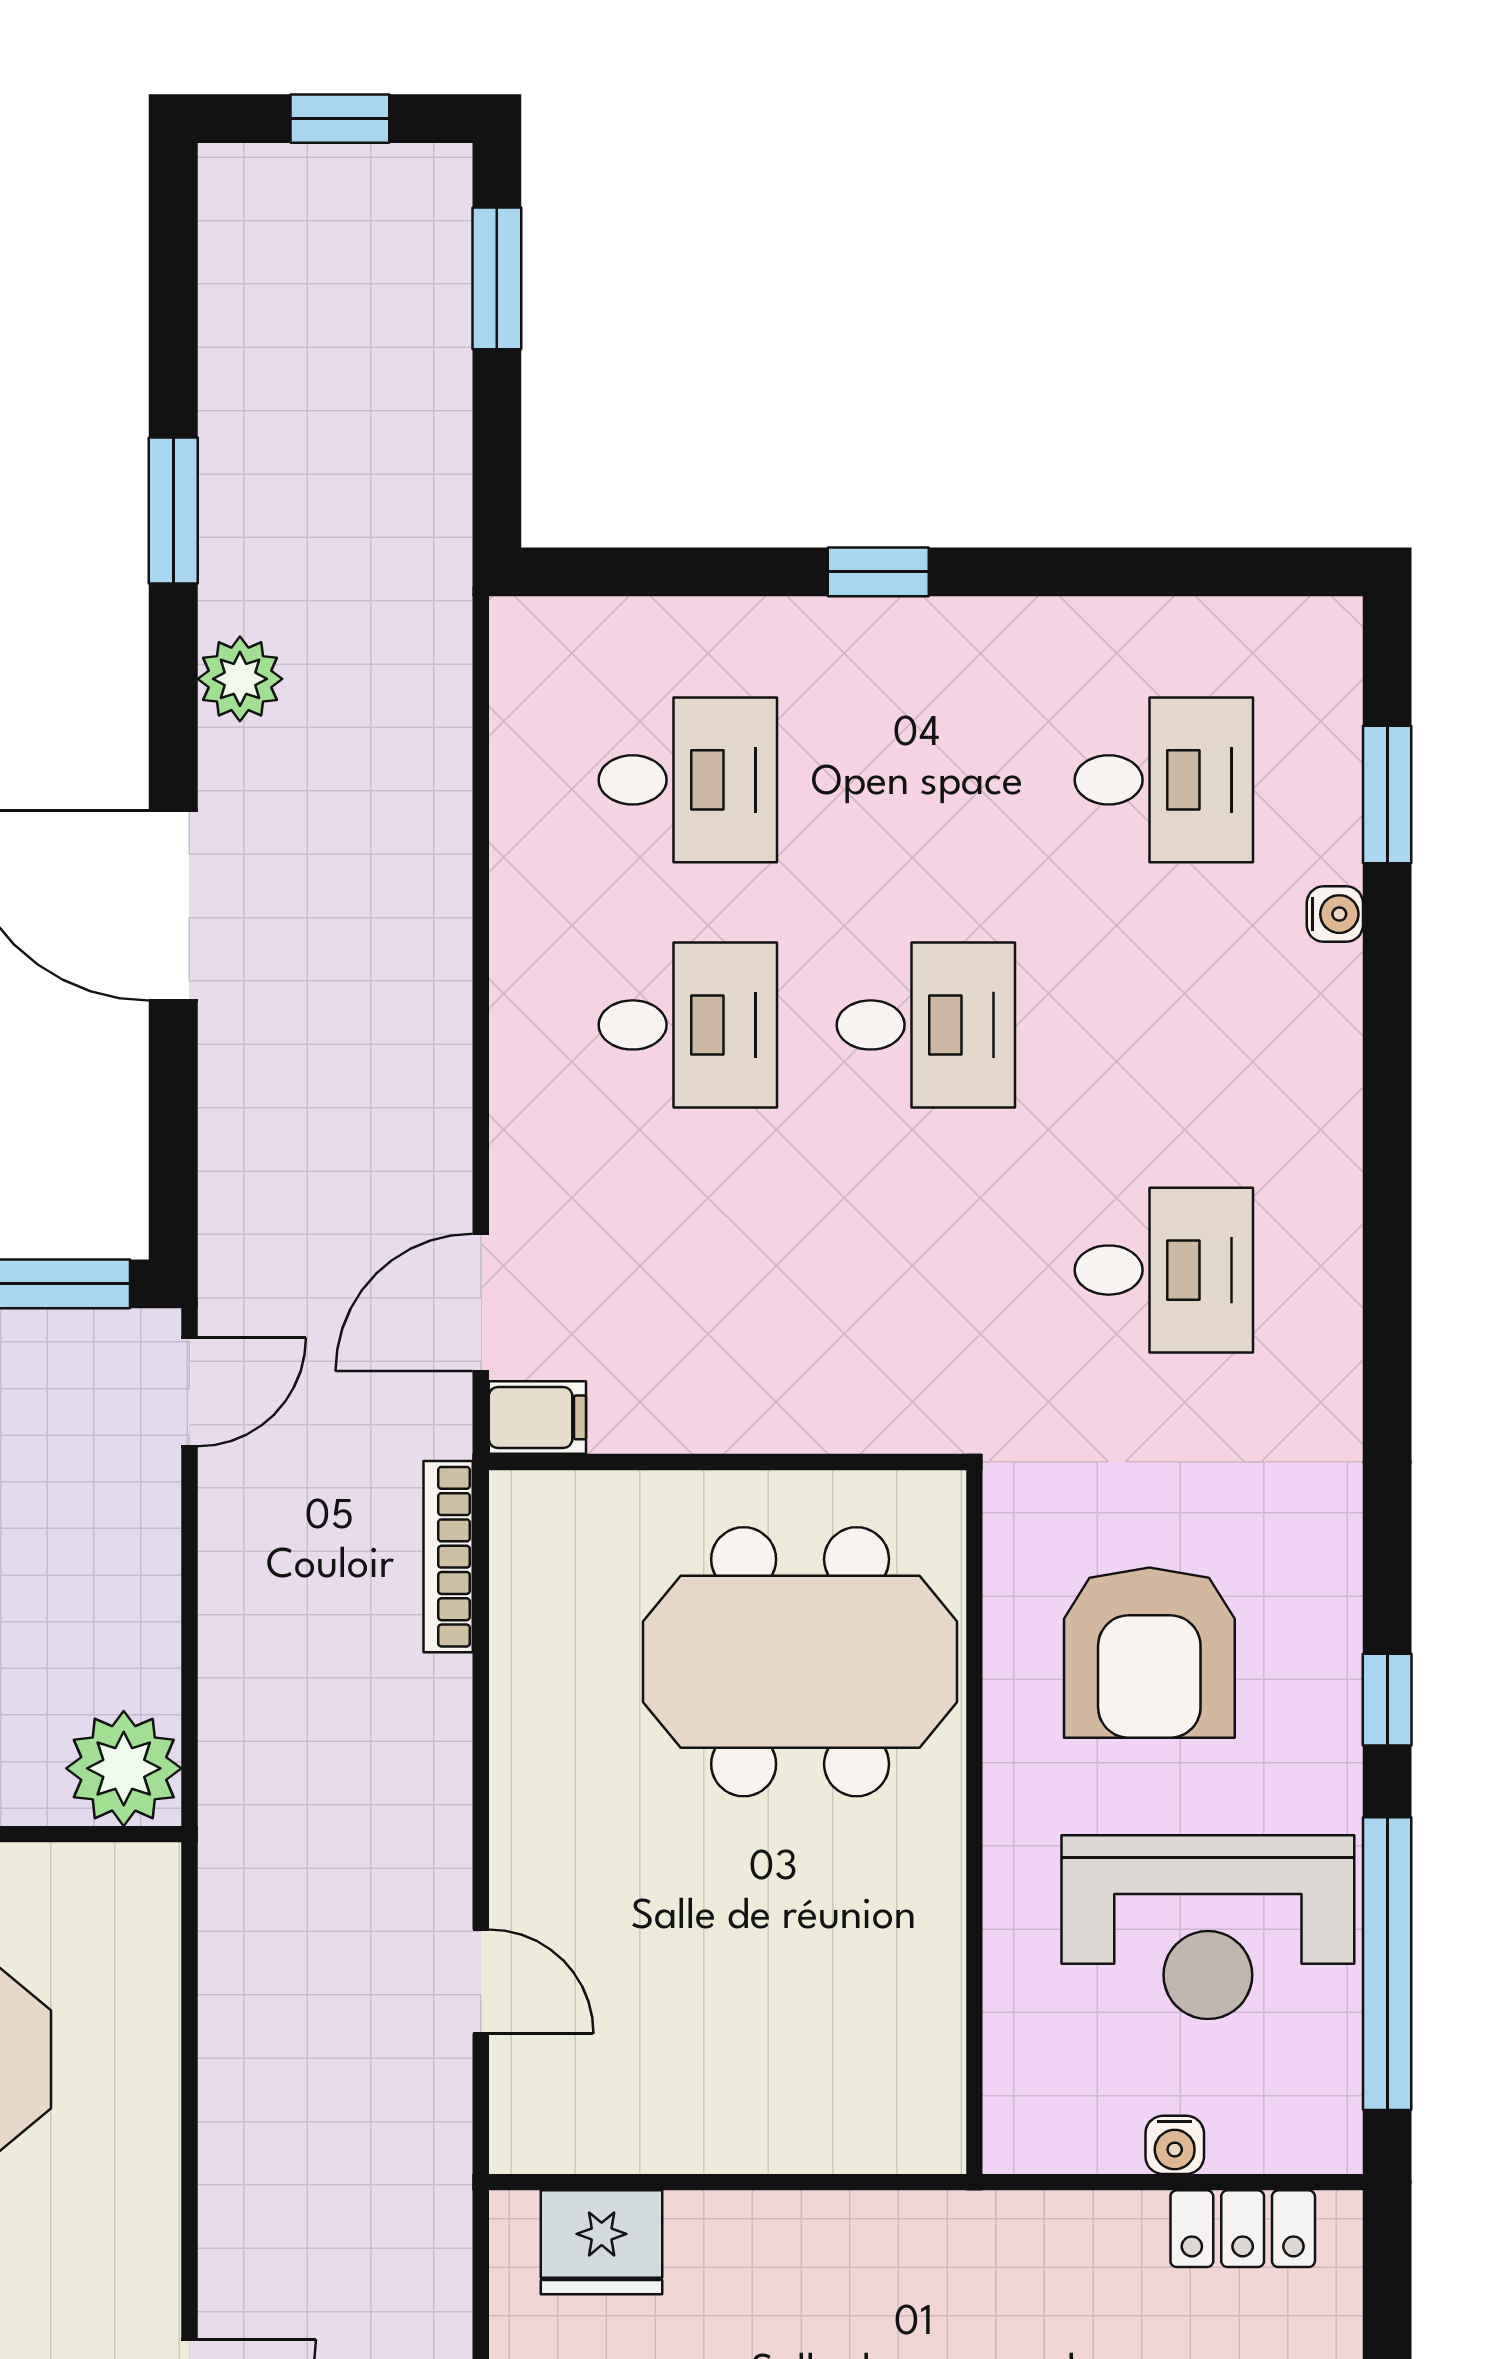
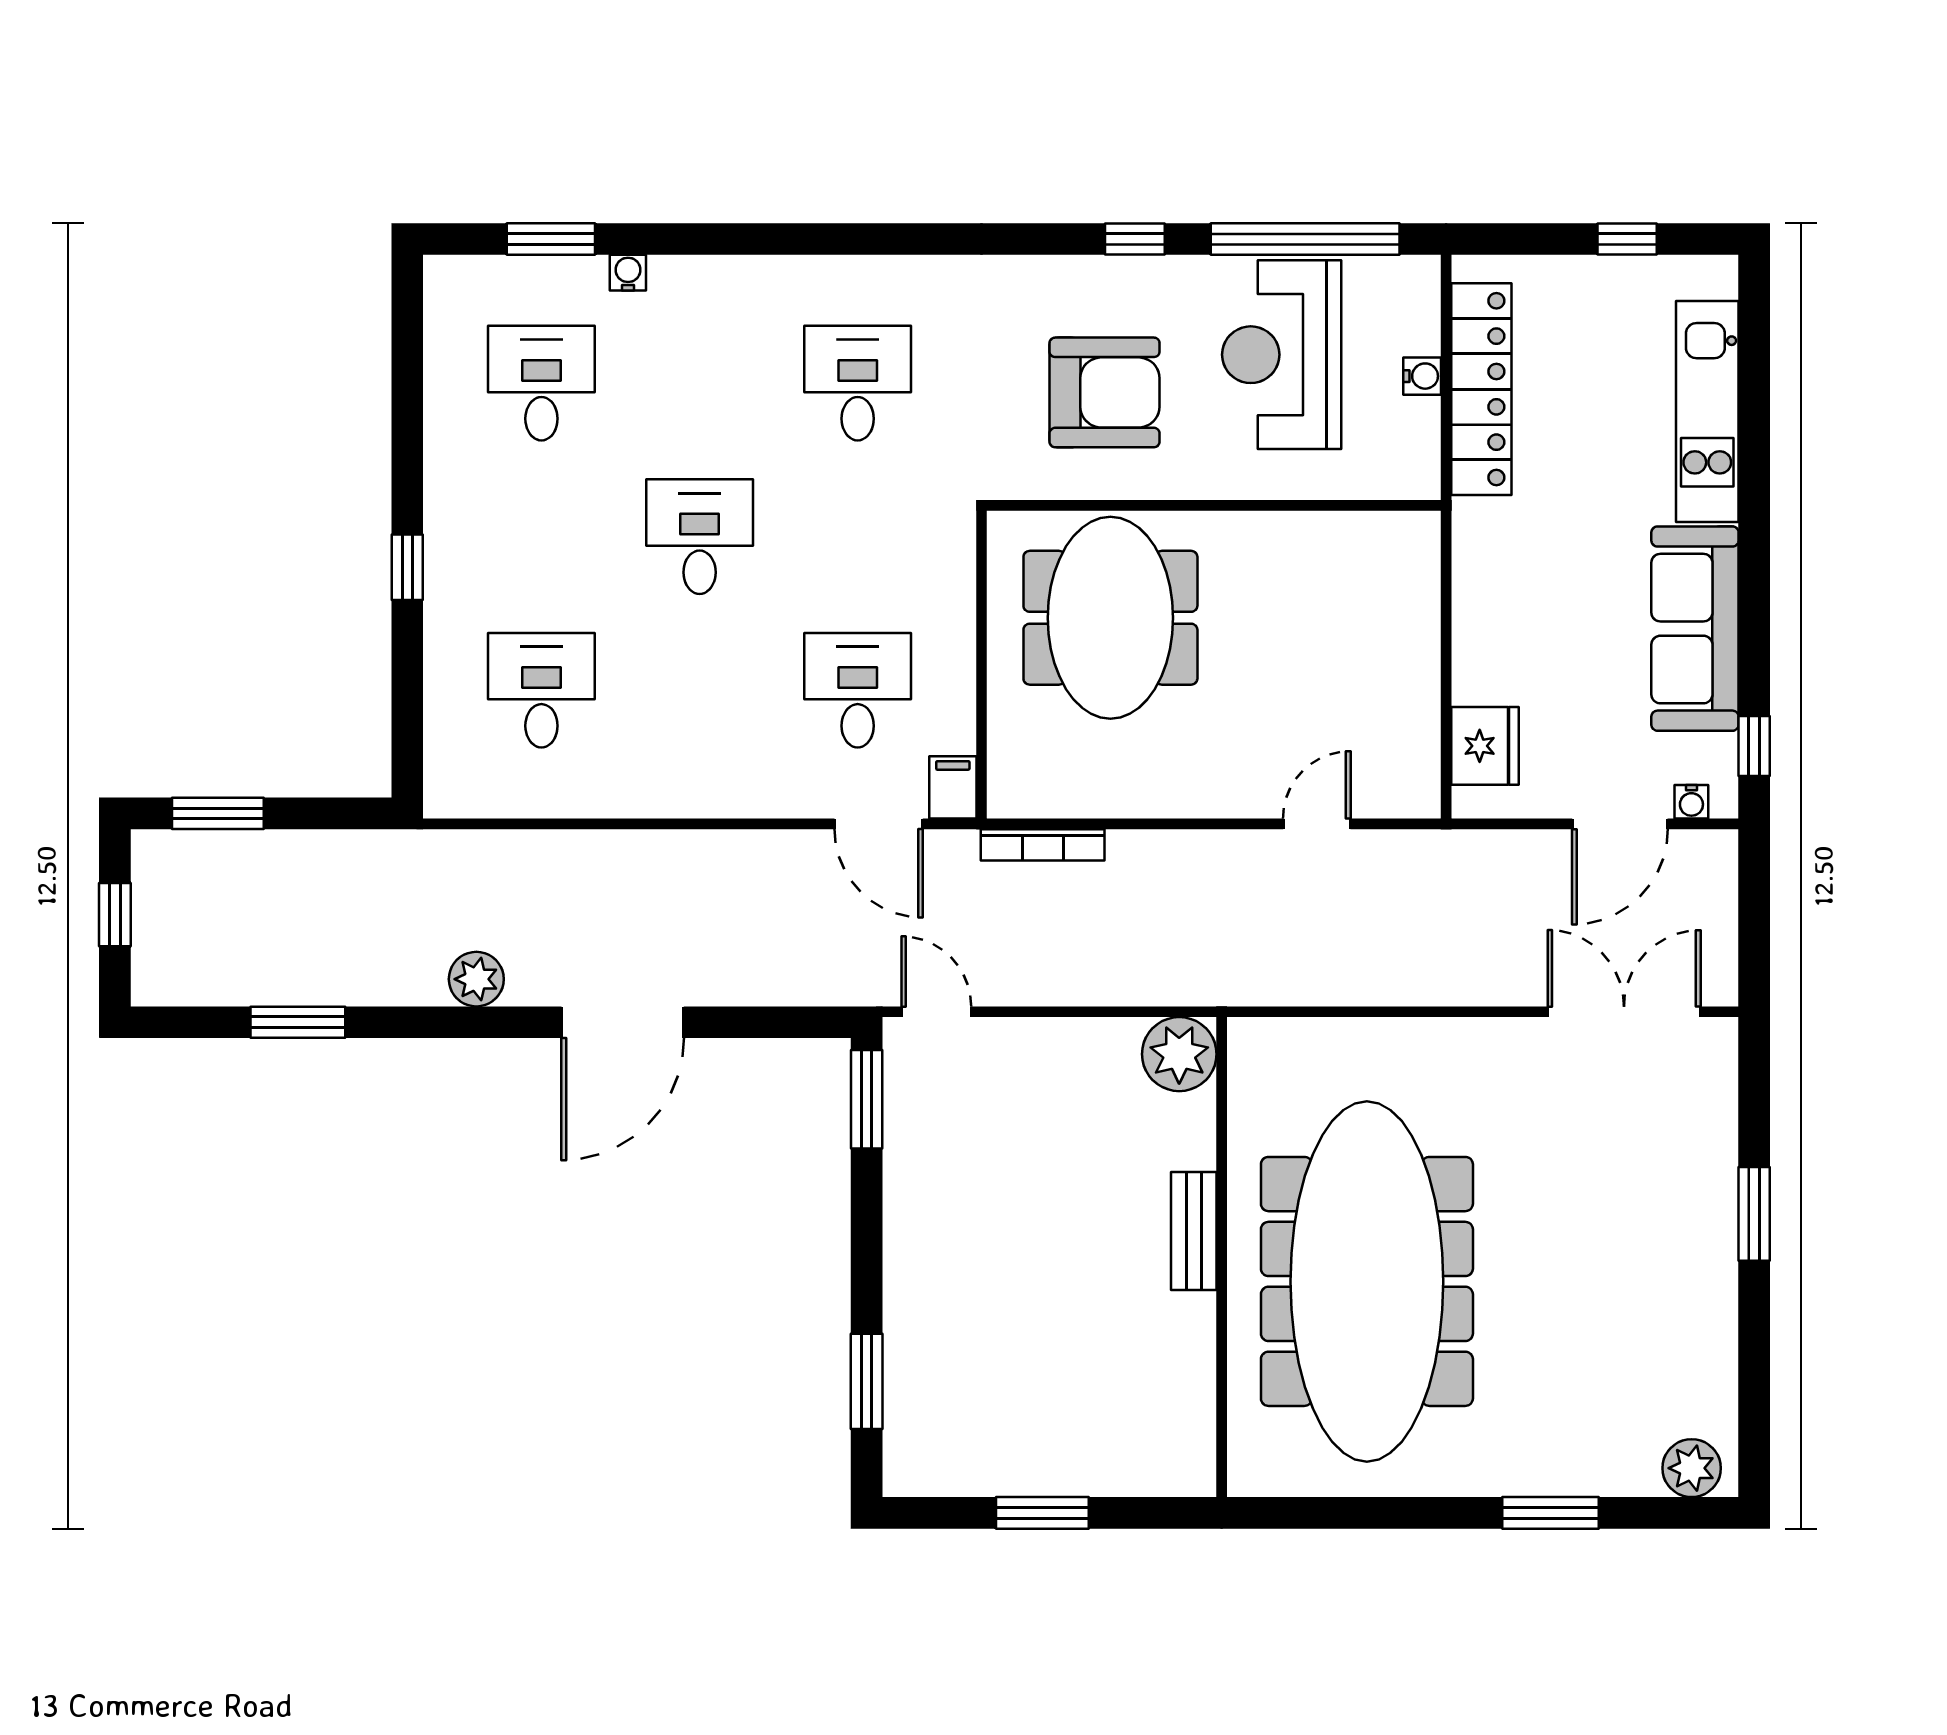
window: (173, 510) -> (298, 1022), moved
desk: (688, 1025) -> (858, 690), moved
reception desk: (1208, 1927) -> (1282, 355), turned 180
locker: (1243, 2229) -> (1481, 389), width x2.16, depth x1.21

